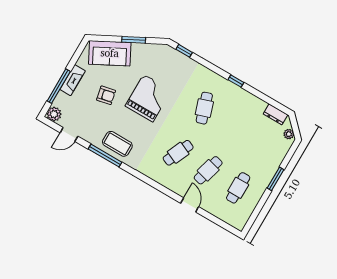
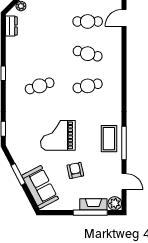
fireplace: (73, 80) -> (93, 204), moved
cafe table: (178, 153) -> (88, 86), turned -36
door: (190, 205) -> (124, 18), moved

